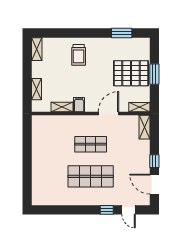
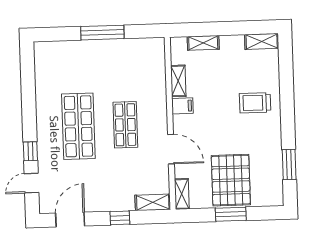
window: (27, 158) -> (102, 33), added
window: (154, 161) -> (120, 218), moved

